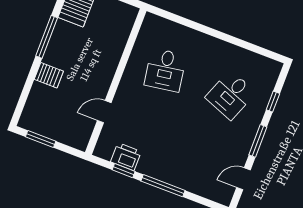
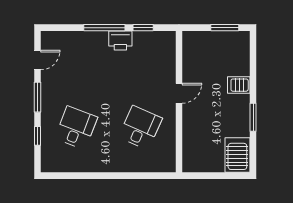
window: (47, 37) -> (253, 117), width x0.69
desk: (165, 70) -> (140, 128), turned 33
door: (104, 112) -> (179, 93), moved
printer: (126, 157) -> (120, 40), moved

